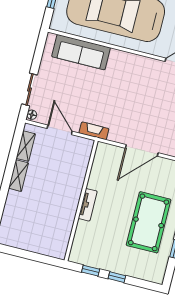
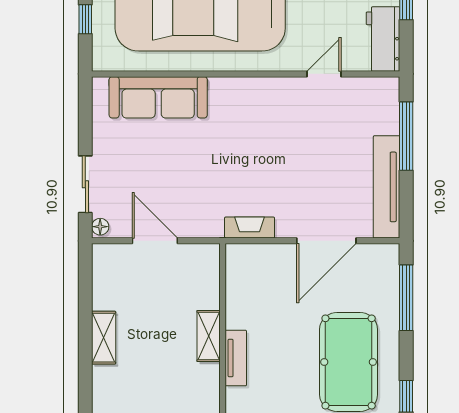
fireplace: (94, 131) -> (250, 228), moved
shelving: (26, 146) -> (209, 336), moved
door: (142, 150) -> (326, 241), moved

